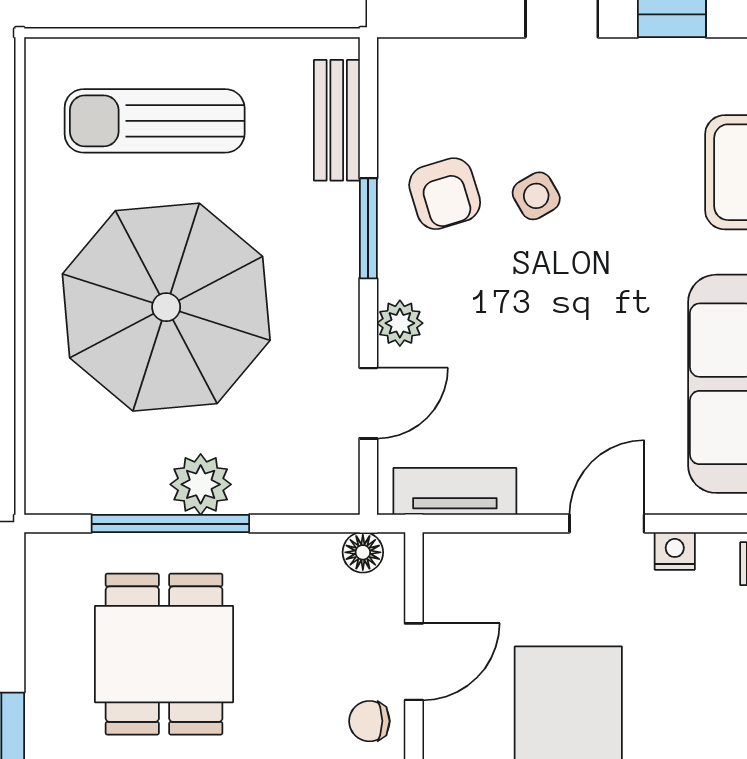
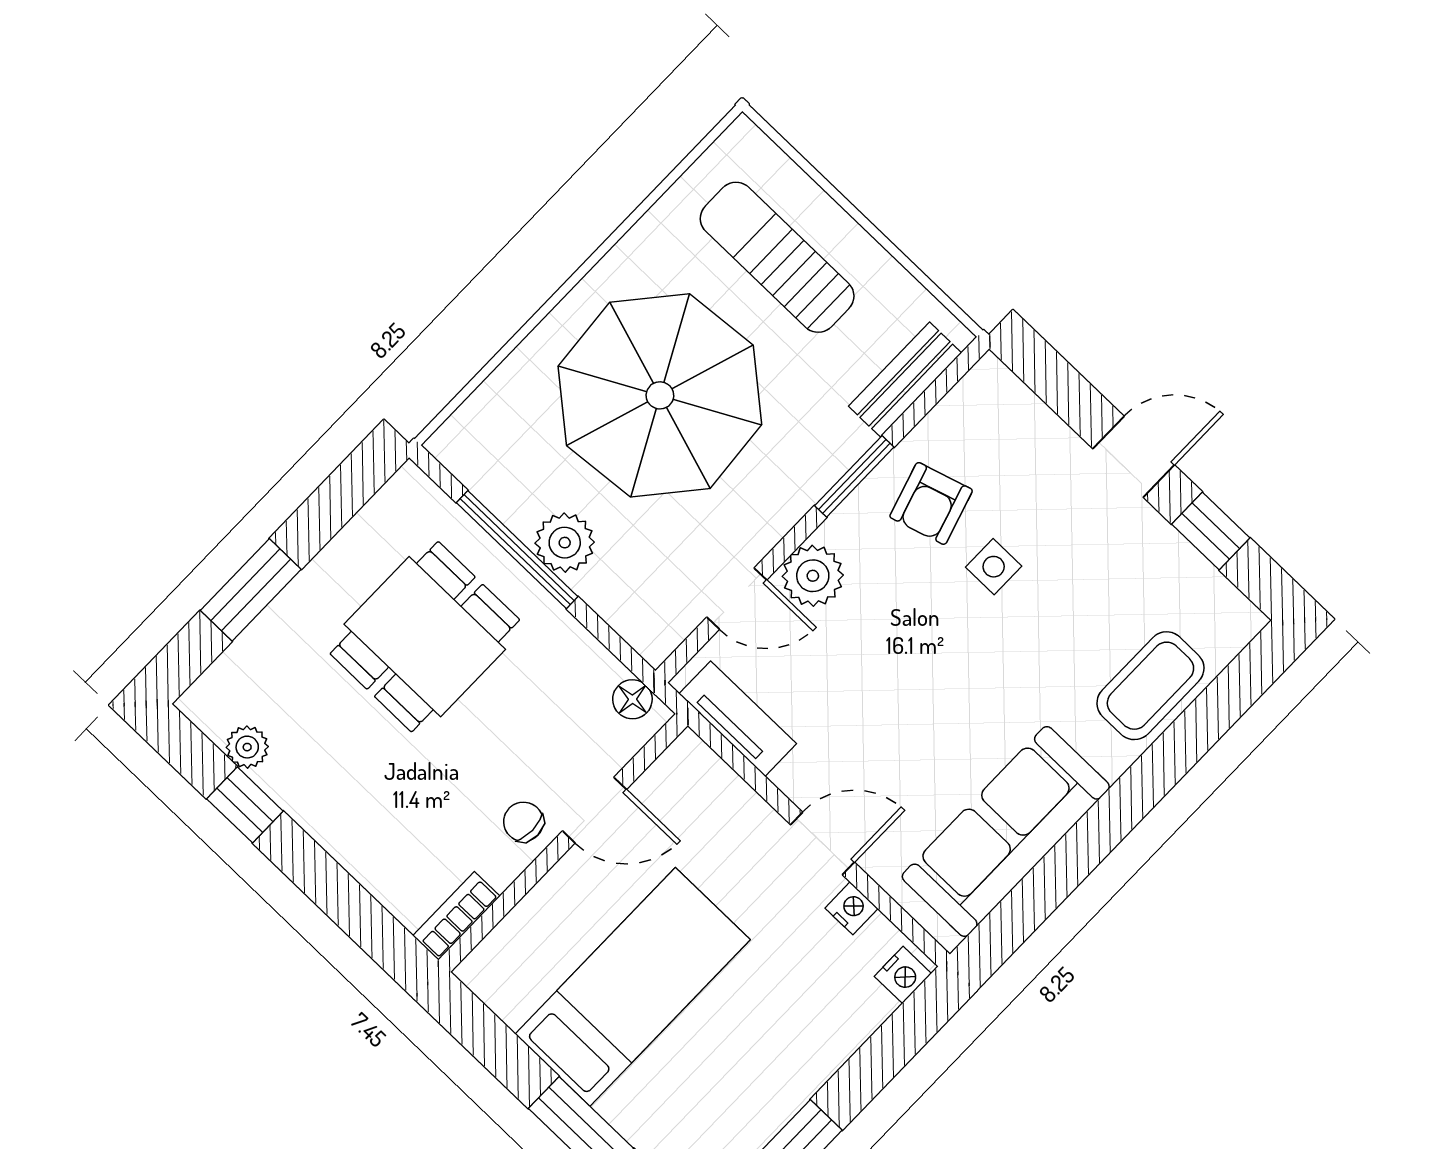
side table: (536, 196) -> (994, 567), turned 30
plant: (400, 323) -> (813, 576), width x1.38, depth x1.38

